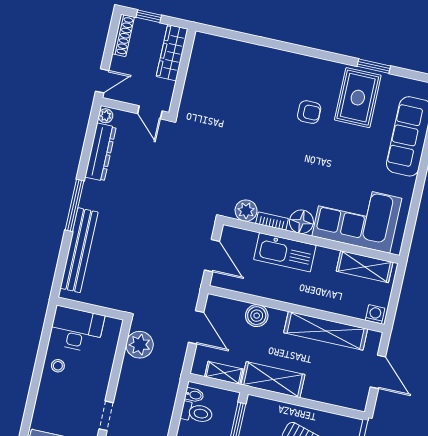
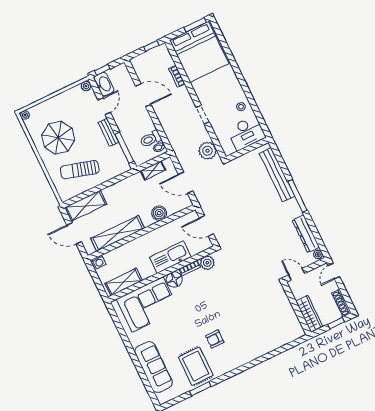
shelving: (273, 380) -> (86, 206), moved
doorway: (106, 416) -> (203, 115), moved

